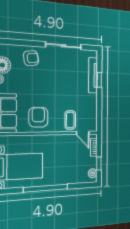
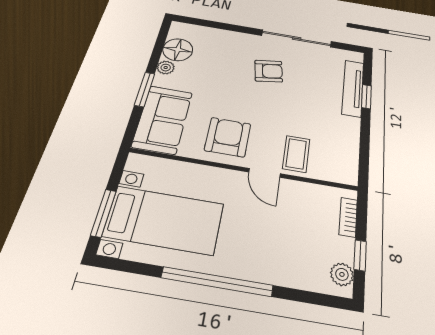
armchair: (31, 58) -> (269, 71), moved
door: (83, 133) -> (264, 173), moved

